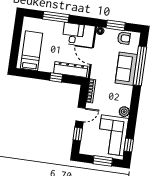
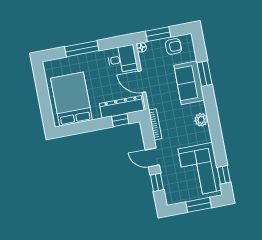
desk: (73, 34) -> (122, 59), moved, turned 90
bed: (32, 51) -> (72, 99), width x1.50
window: (140, 66) -> (204, 74), width x0.47
window: (56, 78) -> (120, 120), moved
plant: (124, 112) -> (201, 120), moved
door: (81, 114) -> (152, 157), swing flipped

